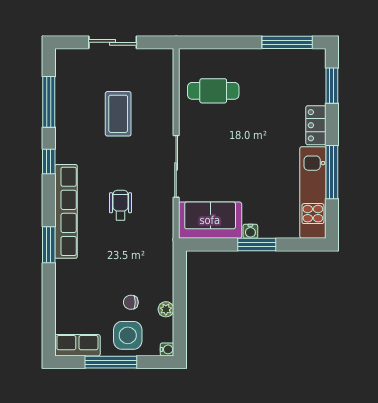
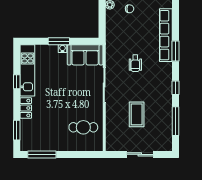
window: (332, 172) -> (17, 82), width x0.46
row of seats: (66, 211) -> (166, 35), moved
window: (49, 245) -> (176, 51), moved

